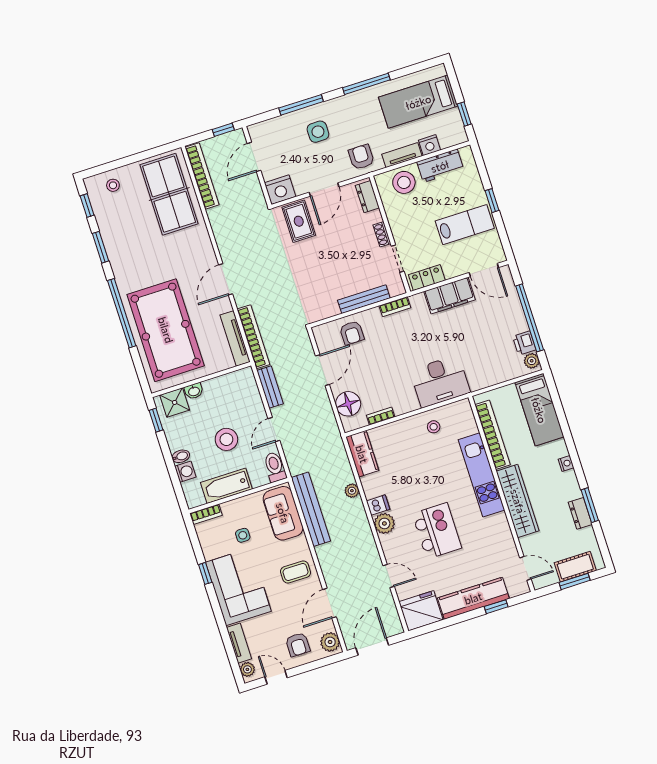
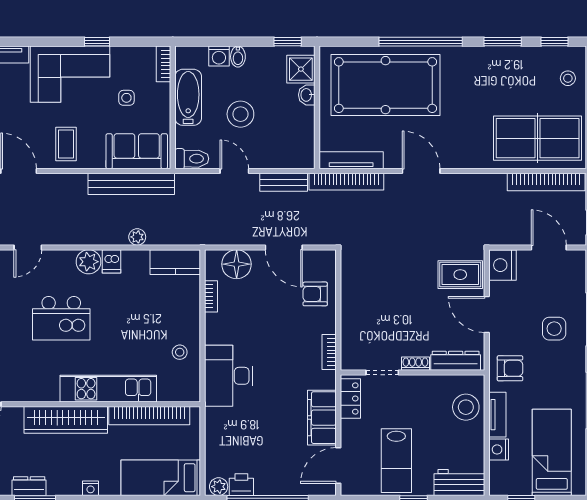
workbench: (440, 166) -> (459, 483), moved, turned 90
dresser: (367, 197) -> (456, 361), width x1.44
bench: (364, 299) -> (349, 320), removed

